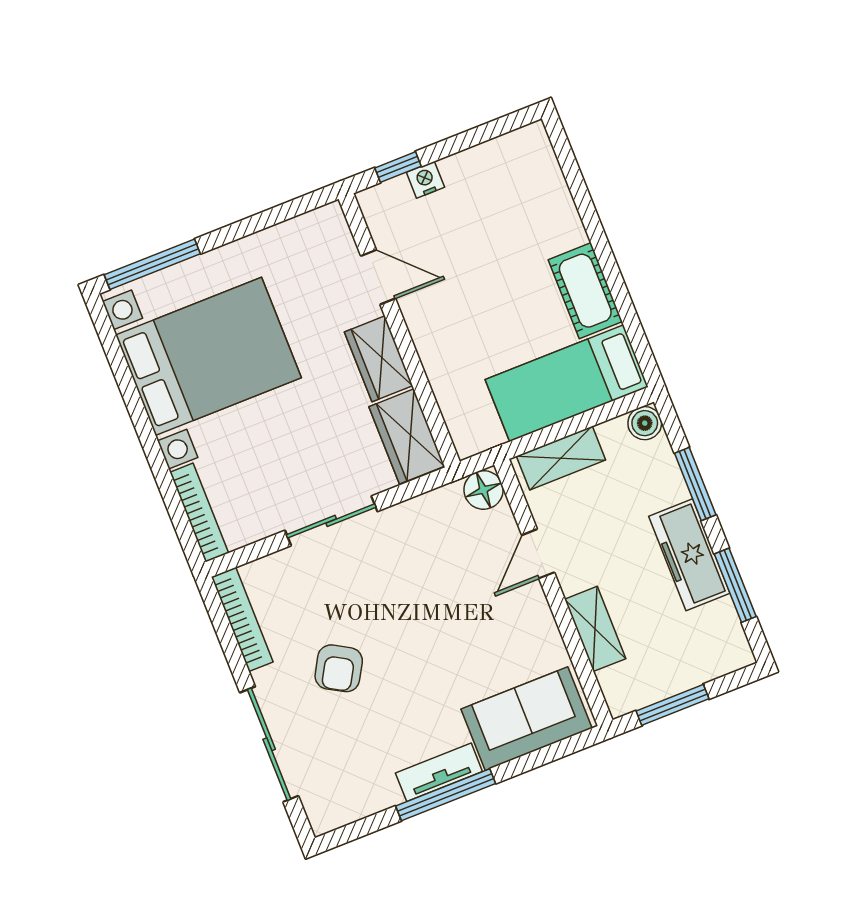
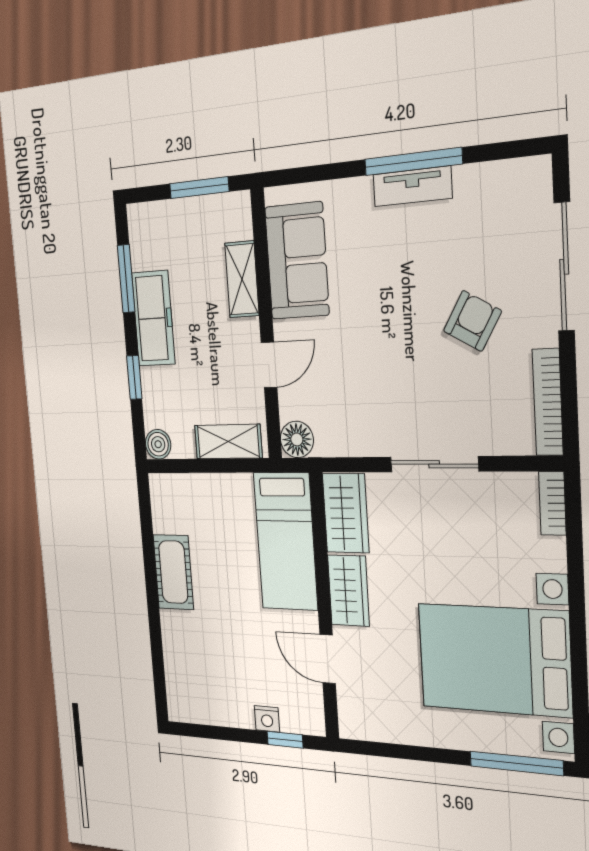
bed: (567, 383) -> (286, 541), moved, turned 90
window: (695, 484) -> (134, 377), width x0.67
bookcase: (199, 513) -> (552, 503), width x0.64
sofa: (527, 719) -> (297, 261), moved, turned -90

